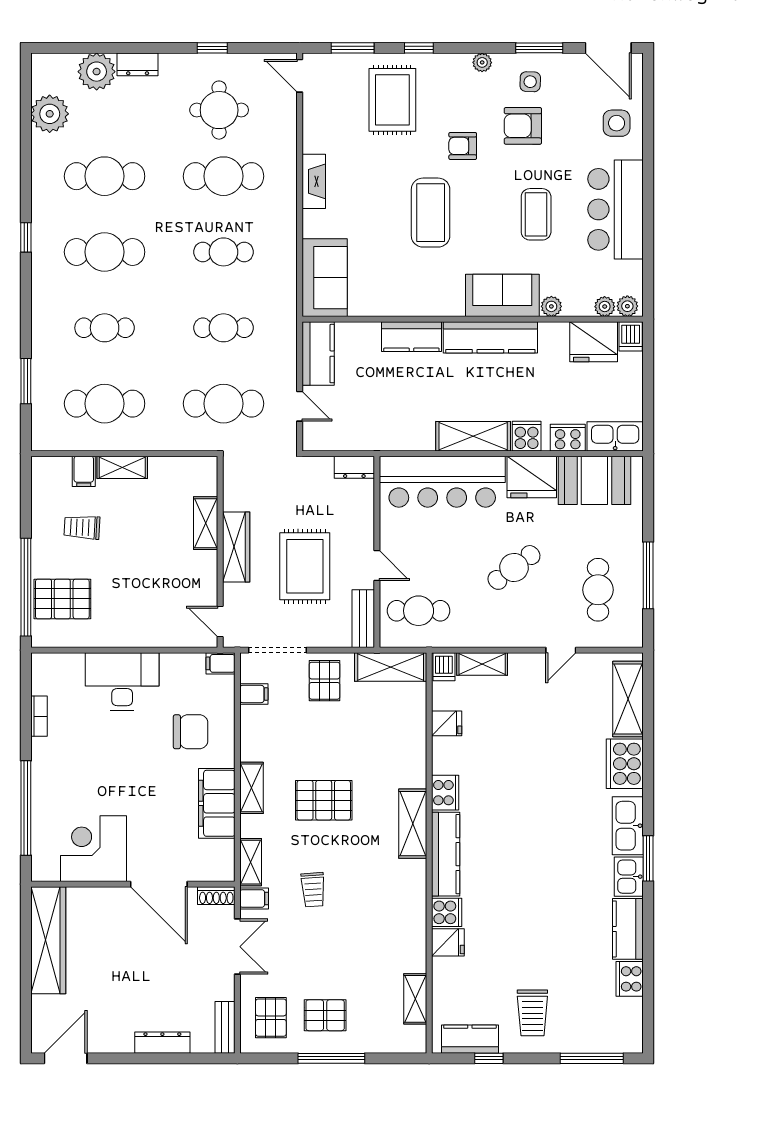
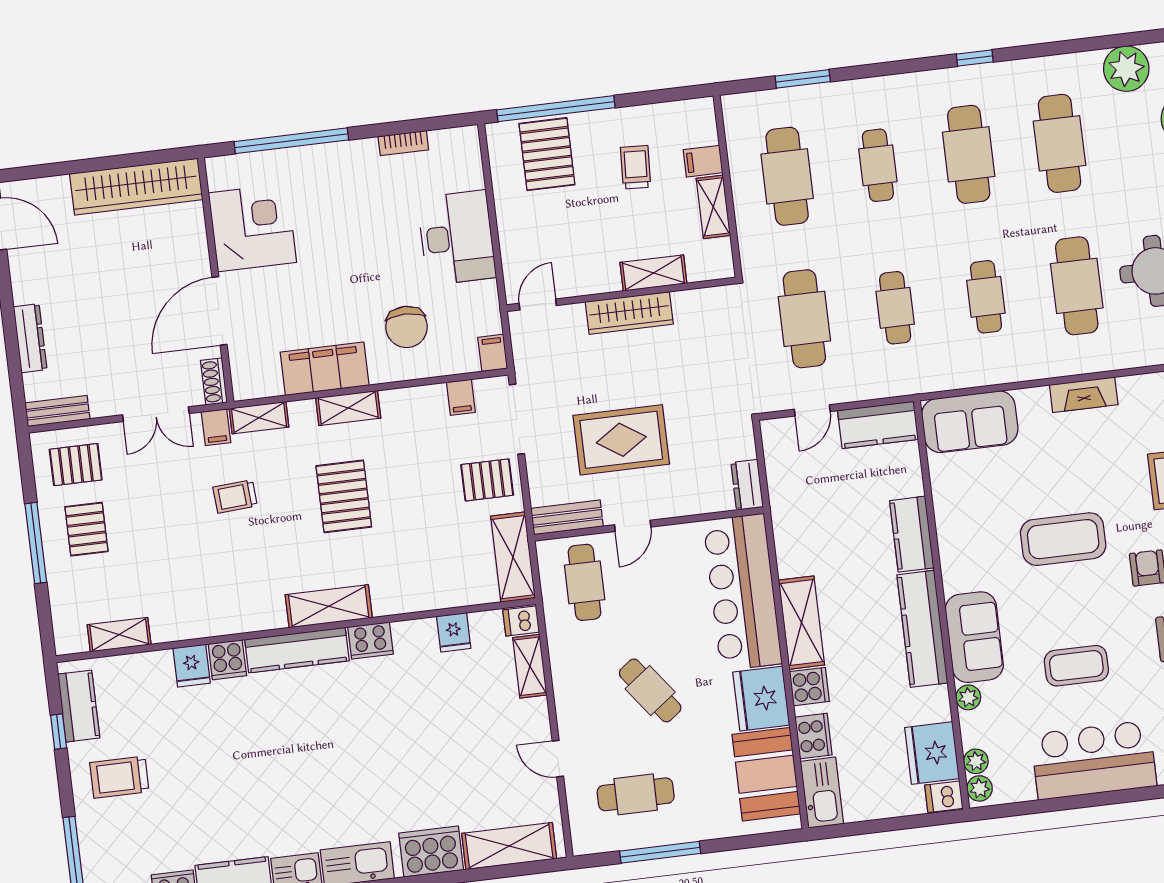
shelving: (206, 523) -> (653, 273), moved
wardrobe: (236, 547) -> (629, 313), moved
wall: (220, 552) -> (621, 294), moved
door: (220, 622) -> (538, 304), moved

